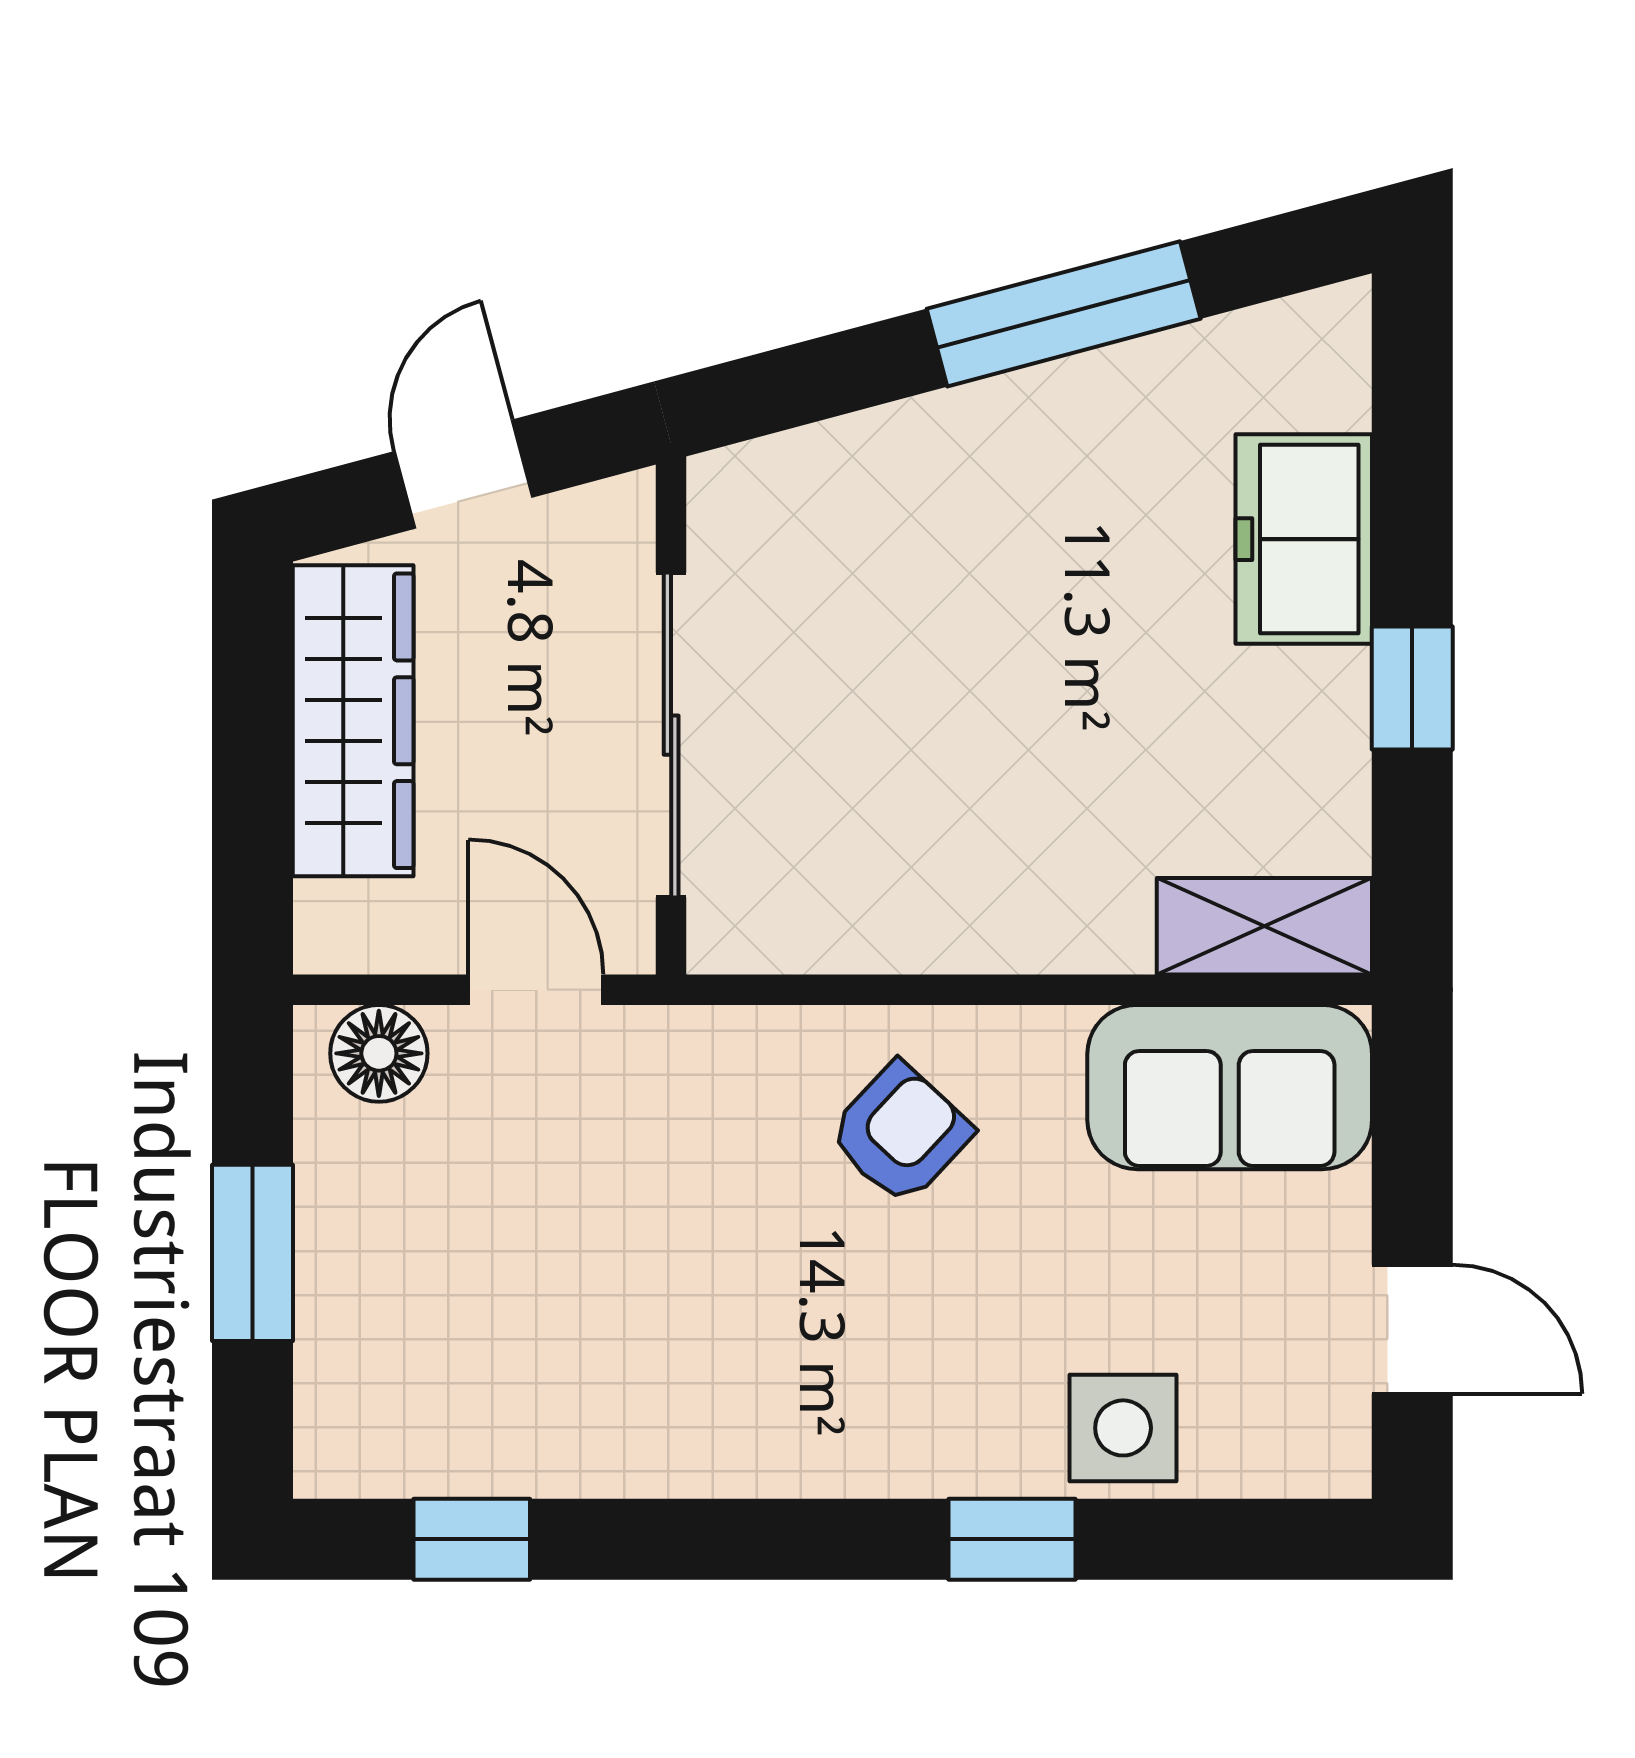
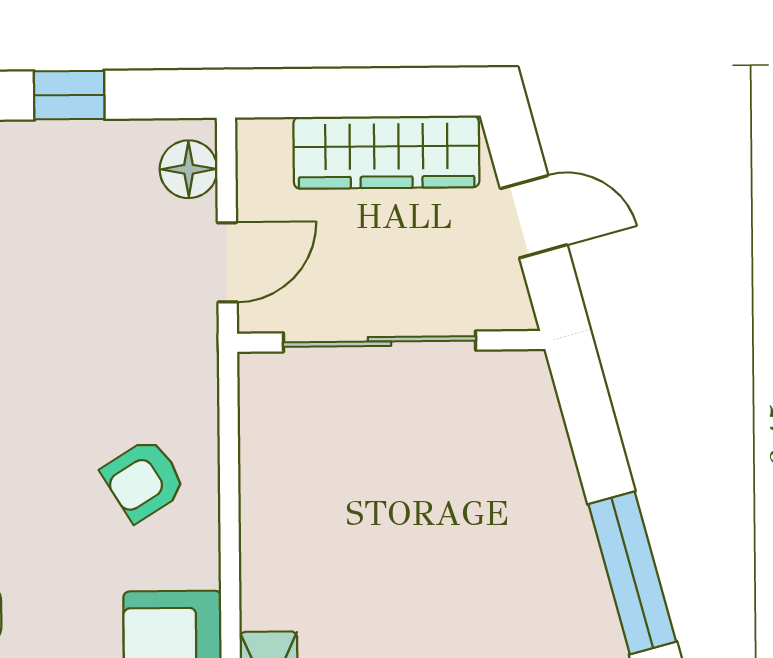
armchair: (900, 1133) -> (144, 480), turned 105
window: (253, 1253) -> (69, 95), width x0.67

